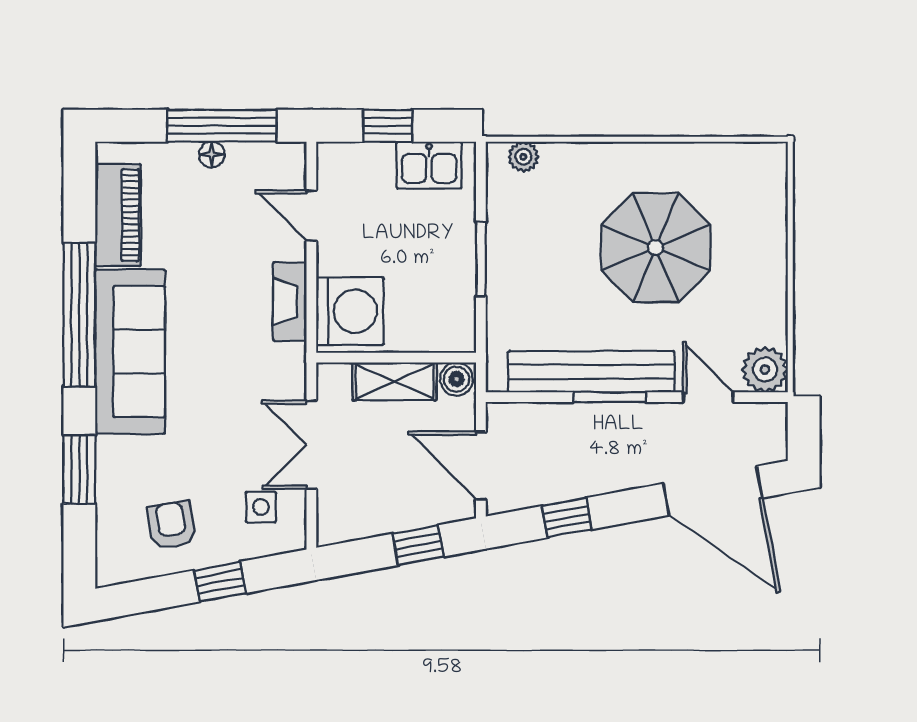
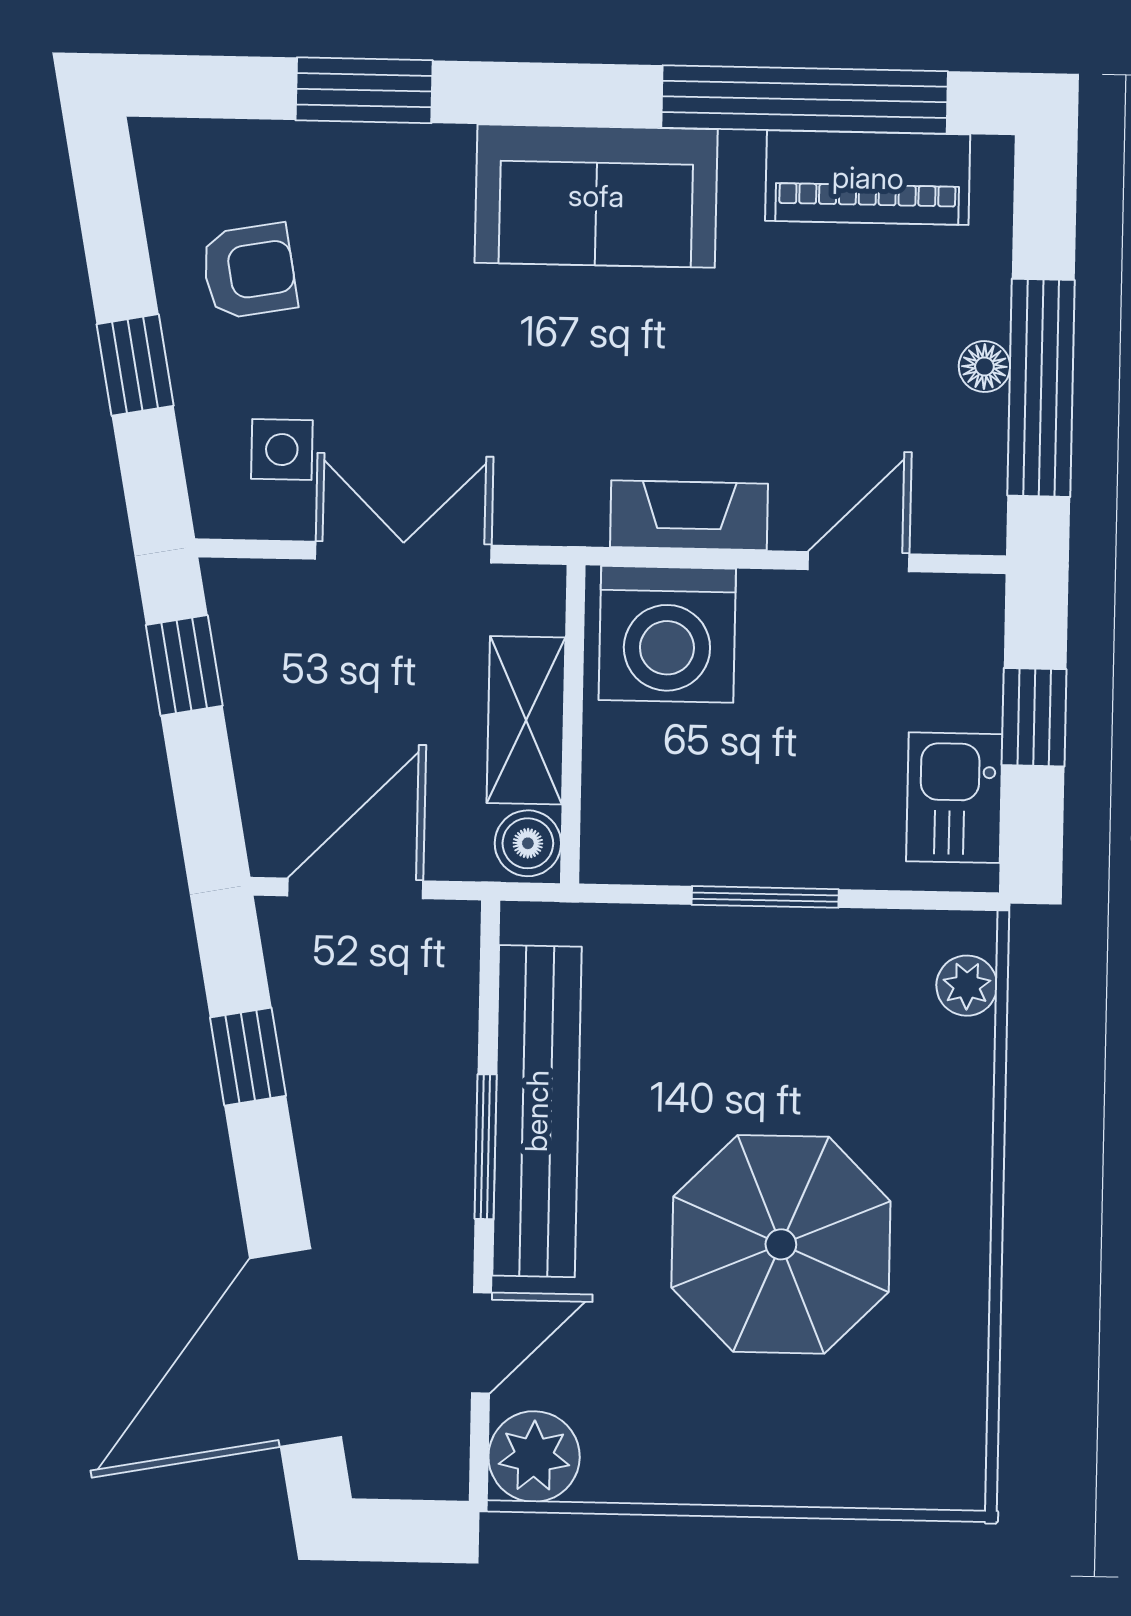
window: (79, 315) -> (805, 99), moved
sofa: (130, 352) -> (596, 196), width x0.73
window: (418, 545) -> (184, 665), moved

